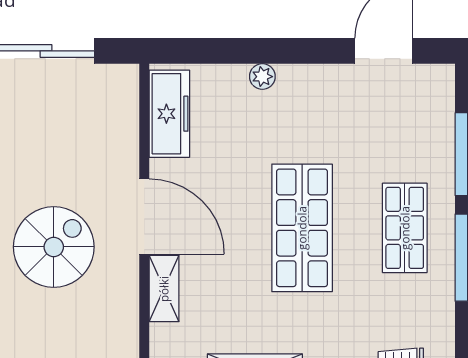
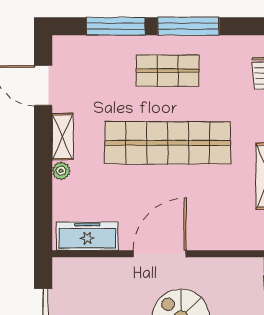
shop shelf: (302, 228) -> (168, 143), width x1.40
shelving: (164, 289) -> (63, 137), moved, turned 90

